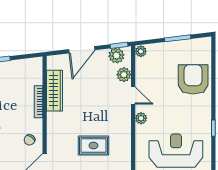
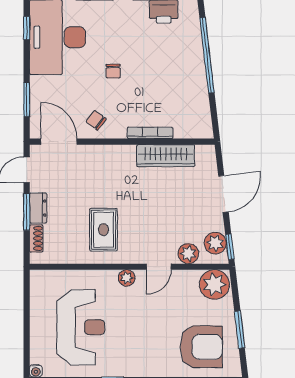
door: (82, 50) -> (223, 194), swing flipped
plant: (141, 51) -> (214, 284), width x1.88, depth x1.88
armchair: (193, 79) -> (201, 347), moved
rug: (93, 146) -> (104, 230), moved

